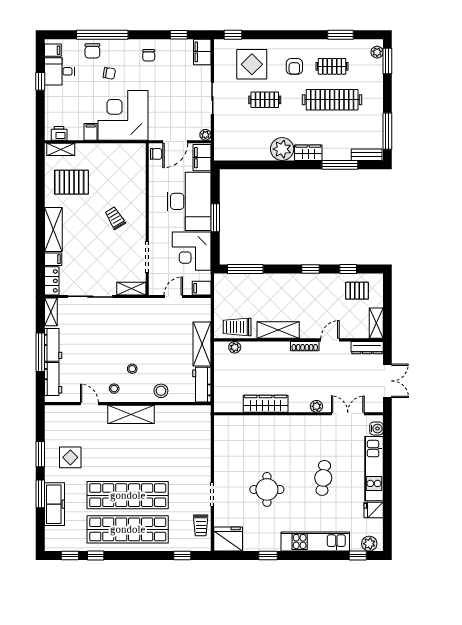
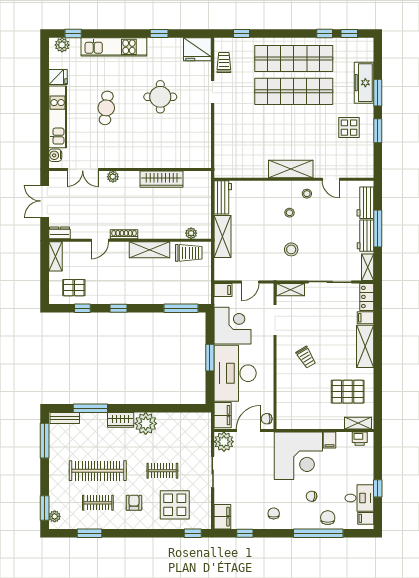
plant: (205, 135) -> (224, 442), width x1.88, depth x1.88
dresser: (367, 348) -> (60, 233), width x0.70
stool: (161, 391) -> (291, 249), moved

